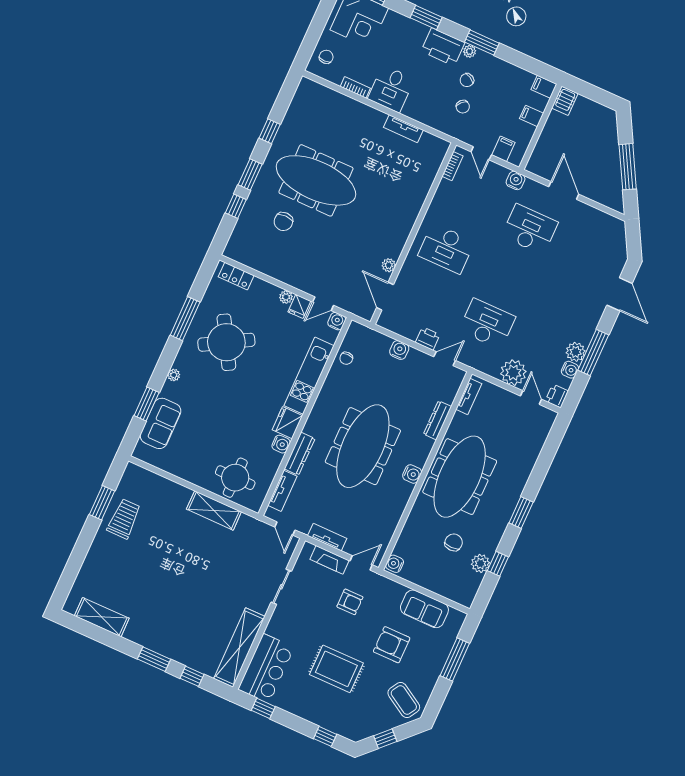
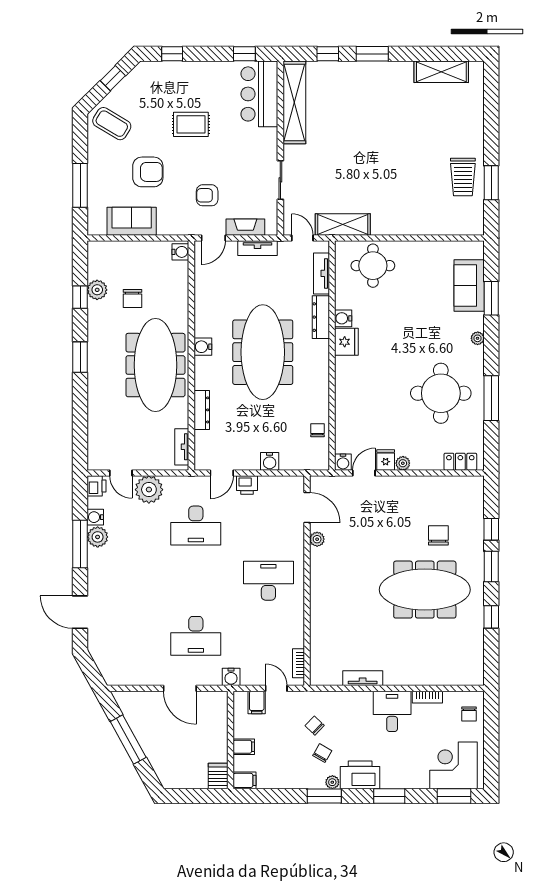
round table: (226, 342) -> (441, 393), turned 30
kitchen unit: (309, 376) -> (346, 397), removed
shelving: (214, 510) -> (343, 224), moved
rug: (336, 669) -> (191, 124), width x0.73, depth x0.70

